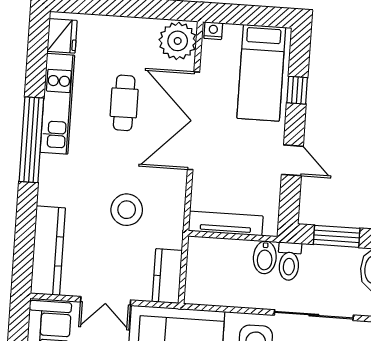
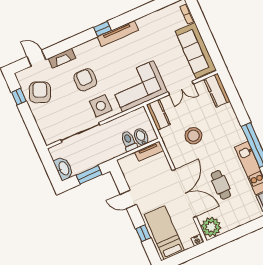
tv unit: (226, 223) -> (149, 151), width x0.71
kitchen counter: (48, 251) -> (217, 90), width x0.67
bidet: (265, 257) -> (141, 137), moved
toilet: (289, 261) -> (129, 141), moved
double door: (106, 301) -> (181, 88), swing flipped

